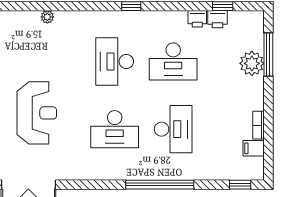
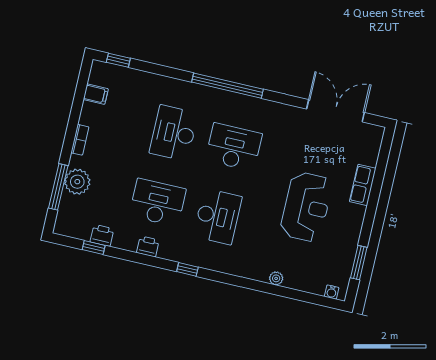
printer: (197, 19) -> (148, 246), moved
reception desk: (37, 113) -> (306, 207), moved, turned 180
bookcase: (258, 125) -> (80, 140), moved
window: (160, 185) -> (227, 86), moved

